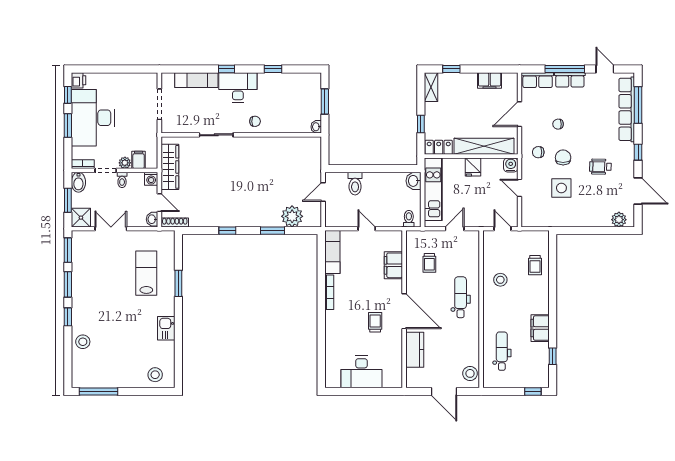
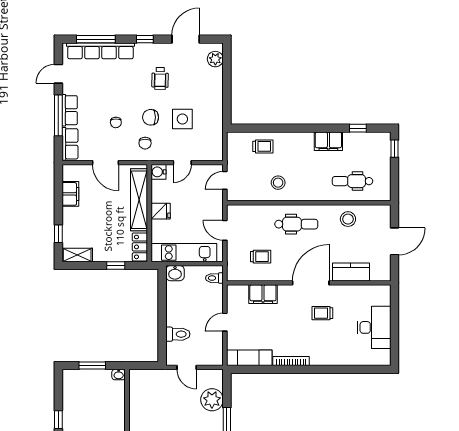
dental chair: (461, 297) -> (296, 224), turned 180
stool: (470, 373) -> (348, 219), moved

